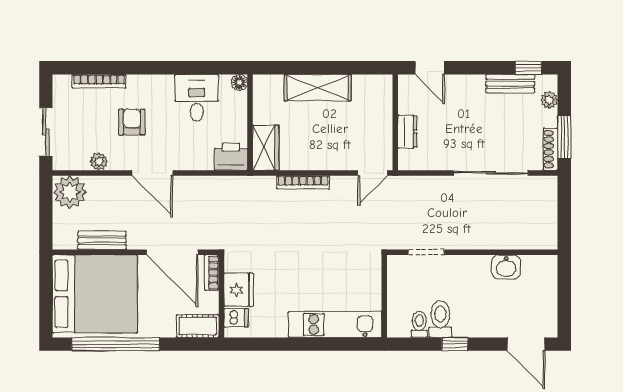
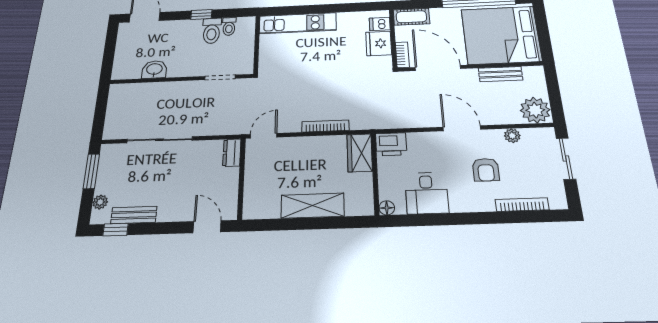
dresser: (407, 132) -> (232, 153), moved
shoe rack: (551, 149) -> (105, 161), removed

